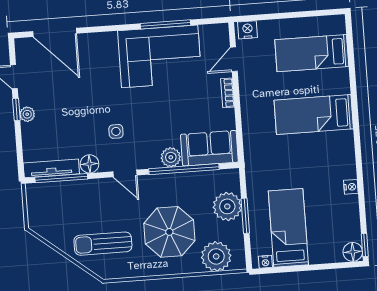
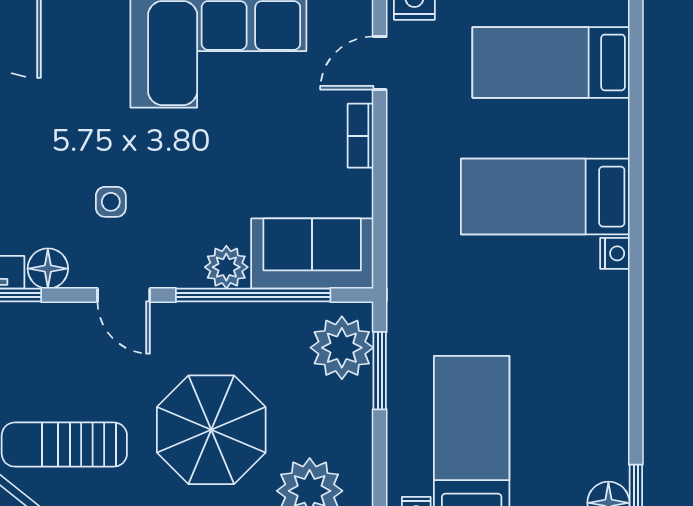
nightstand: (351, 187) -> (615, 253), moved
plant: (227, 206) -> (342, 348), moved
window: (245, 216) -> (380, 371), moved

